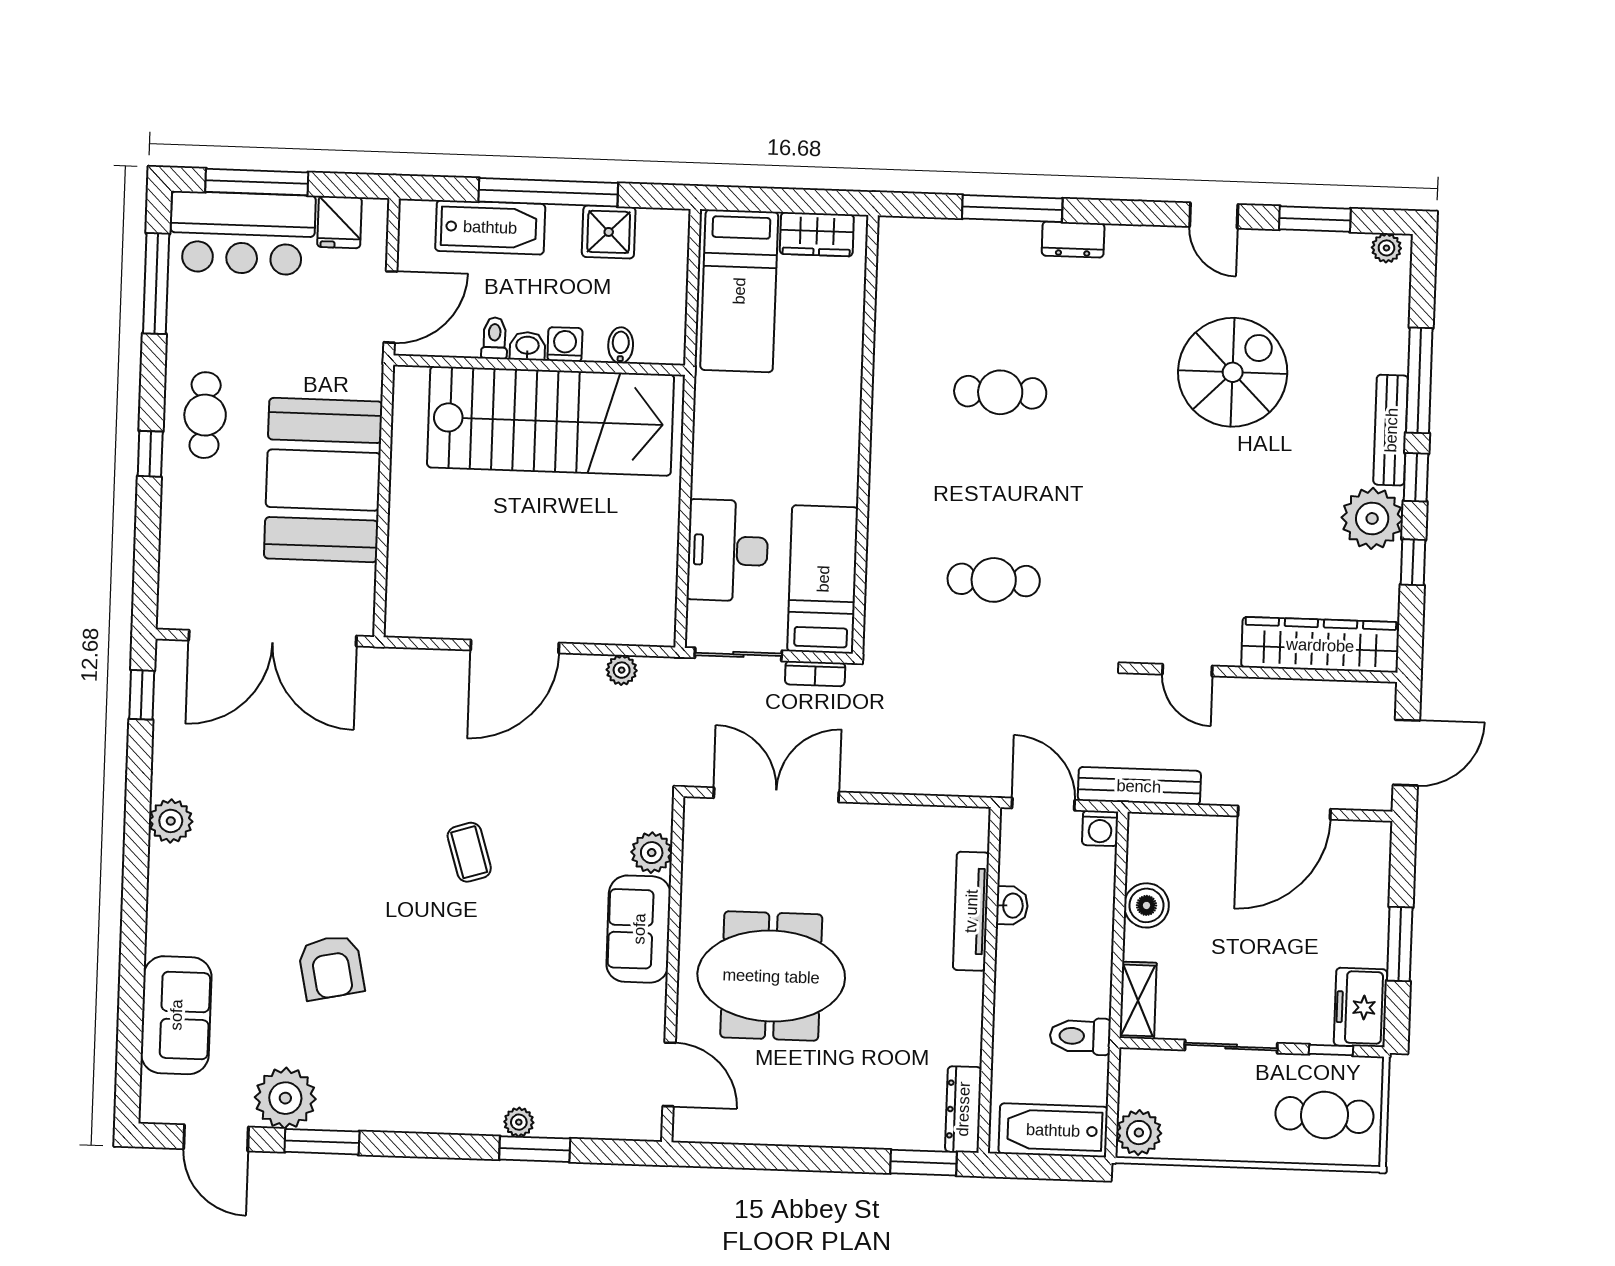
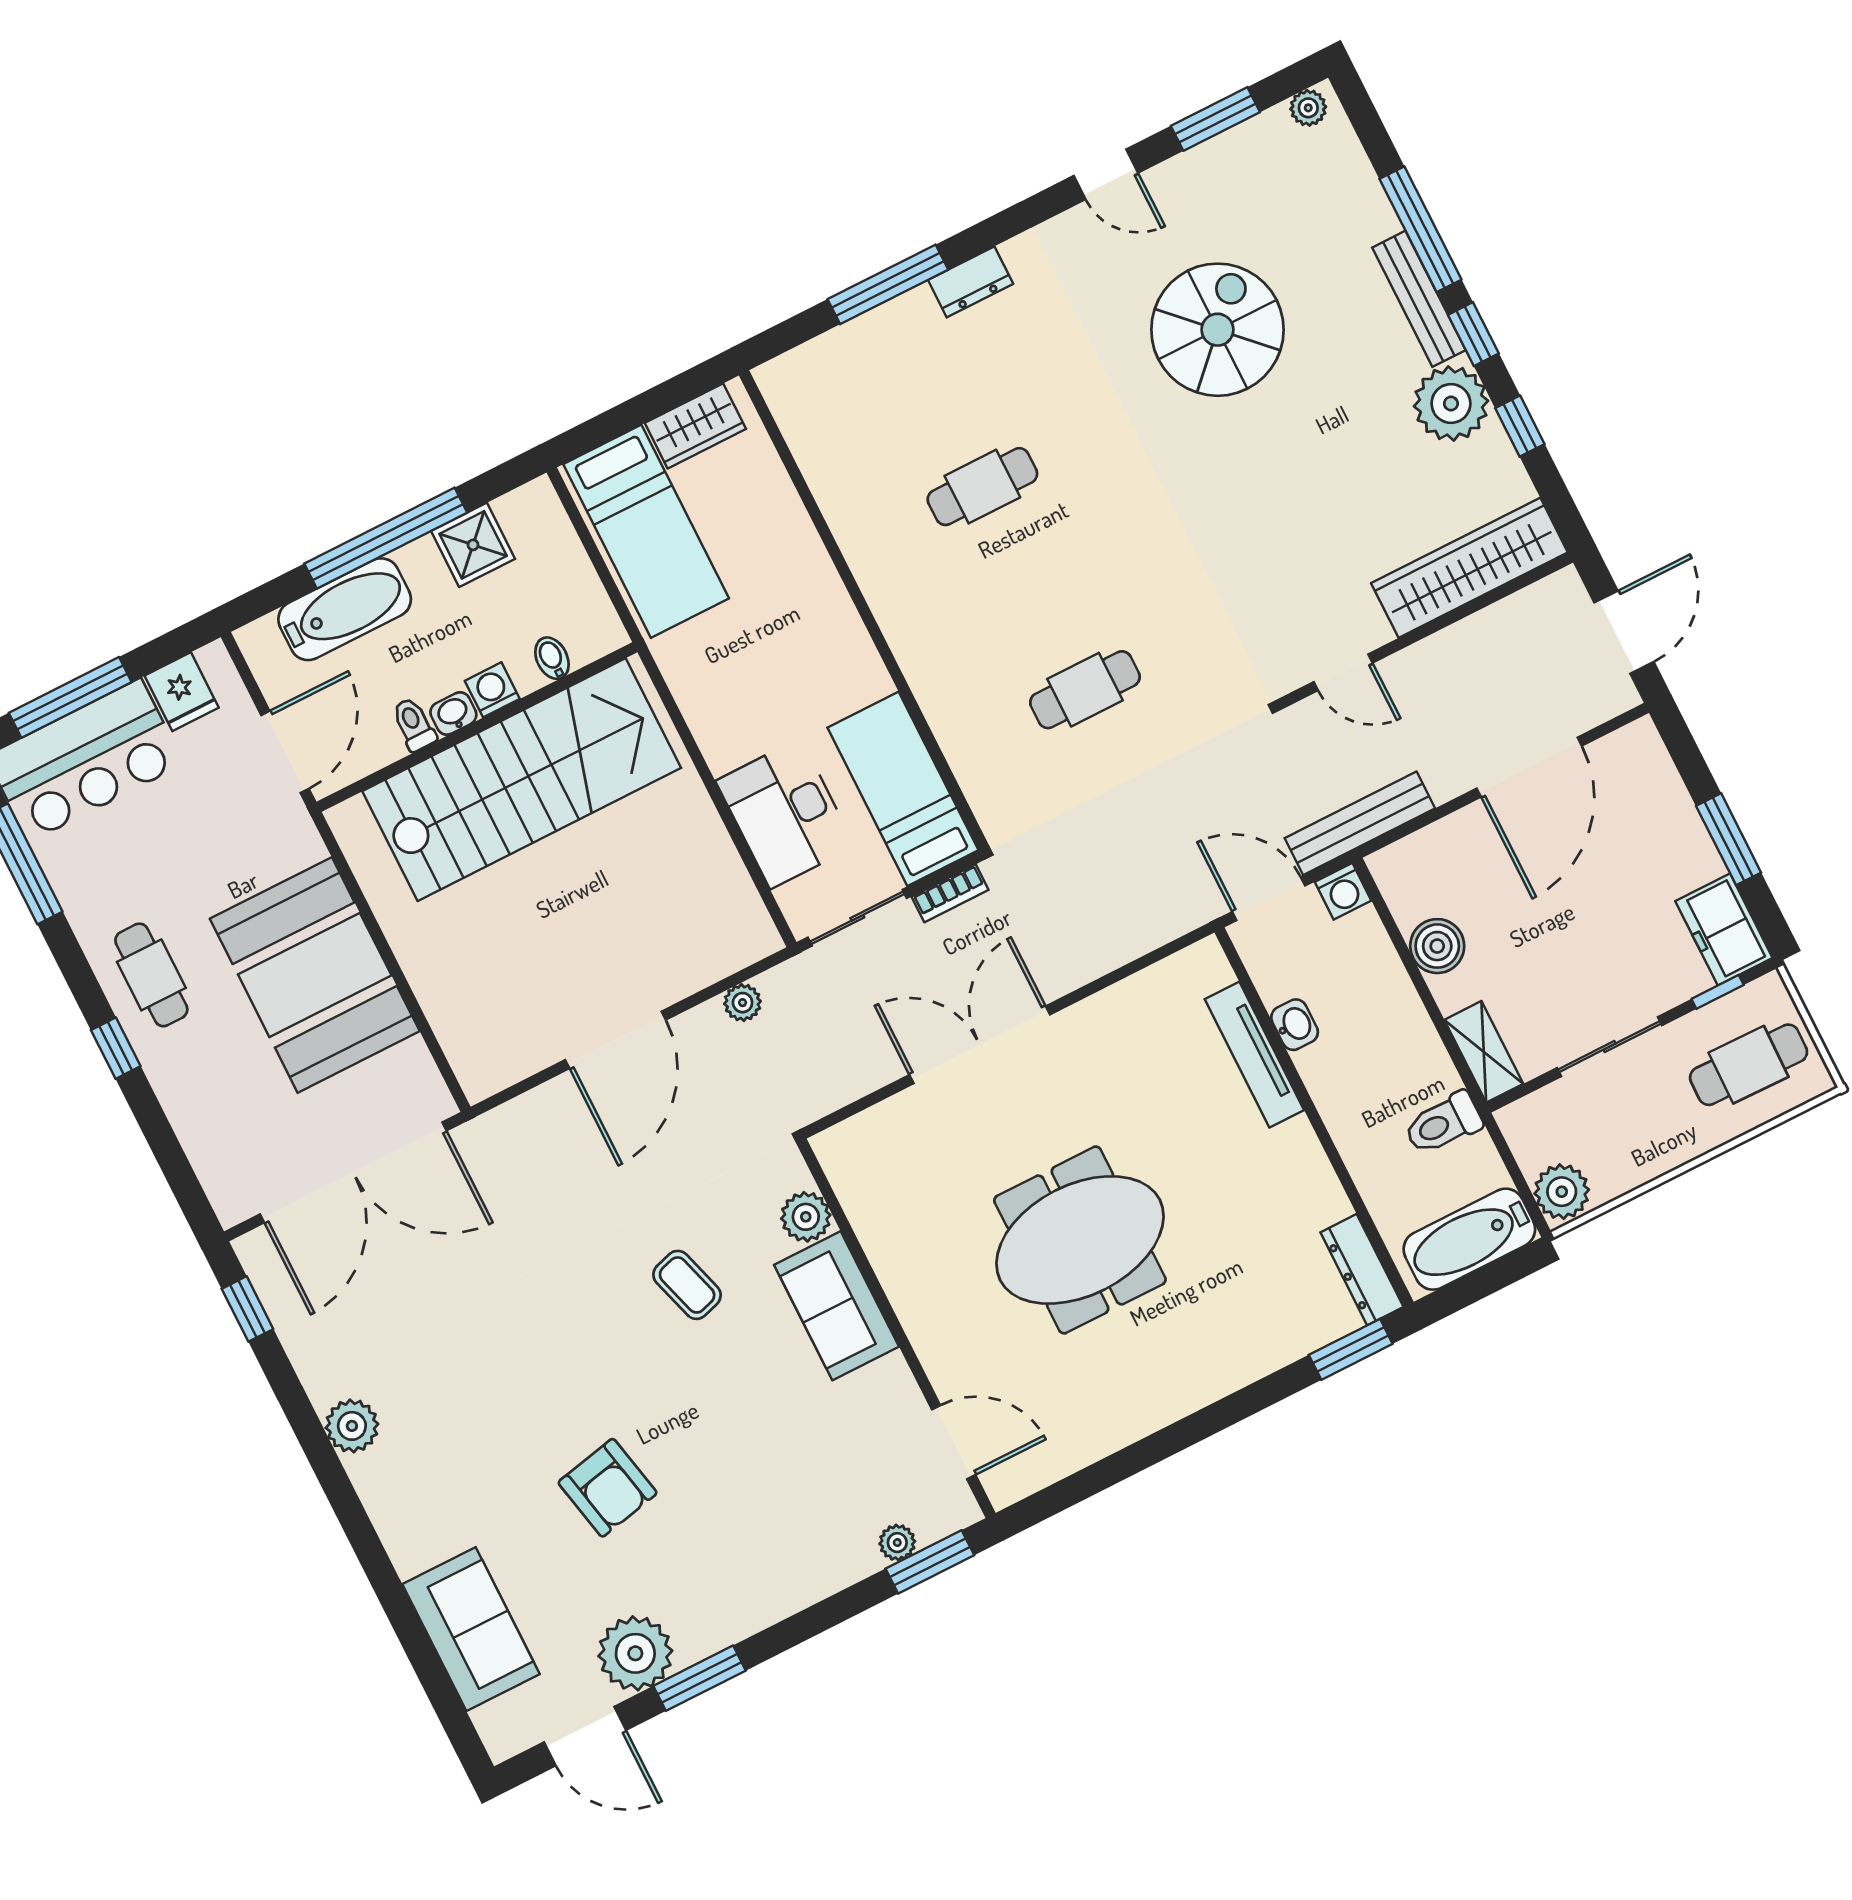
plant: (652, 853) -> (806, 1217), moved
sofa: (639, 929) -> (837, 1306), moved
wall: (673, 969) -> (896, 1328), moved
door: (669, 1074) -> (954, 1442), moved

